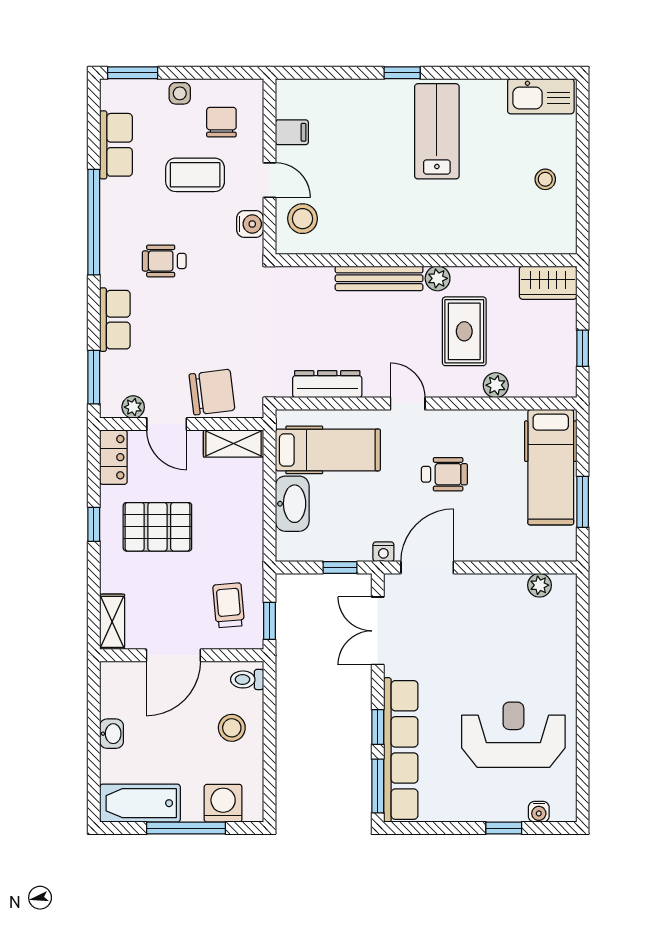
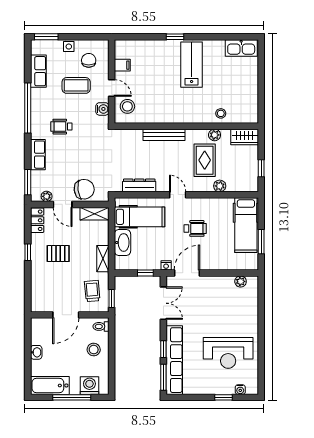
stool: (545, 179) -> (221, 113), moved
plant: (438, 278) -> (215, 135), moved
pallet: (157, 527) -> (58, 254), width x0.67, depth x0.71
shelving: (112, 622) -> (103, 259), moved
double door: (378, 631) -> (163, 303), swing flipped
reception desk: (513, 735) -> (228, 353), turned 180

